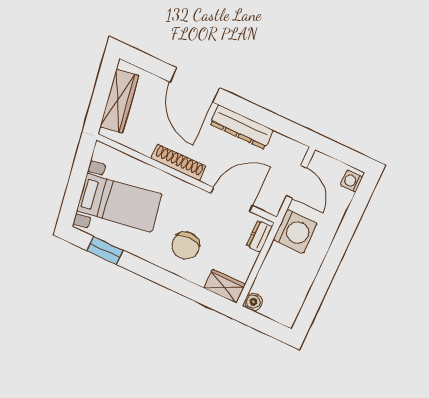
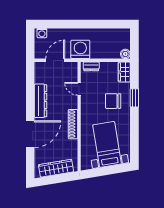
door: (232, 199) -> (79, 89), width x0.53
chair: (186, 246) -> (113, 101), turned 180
window: (105, 250) -> (134, 98), moved

